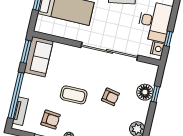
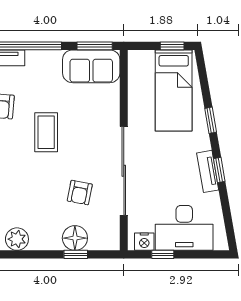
armchair: (110, 97) -> (80, 193), moved

